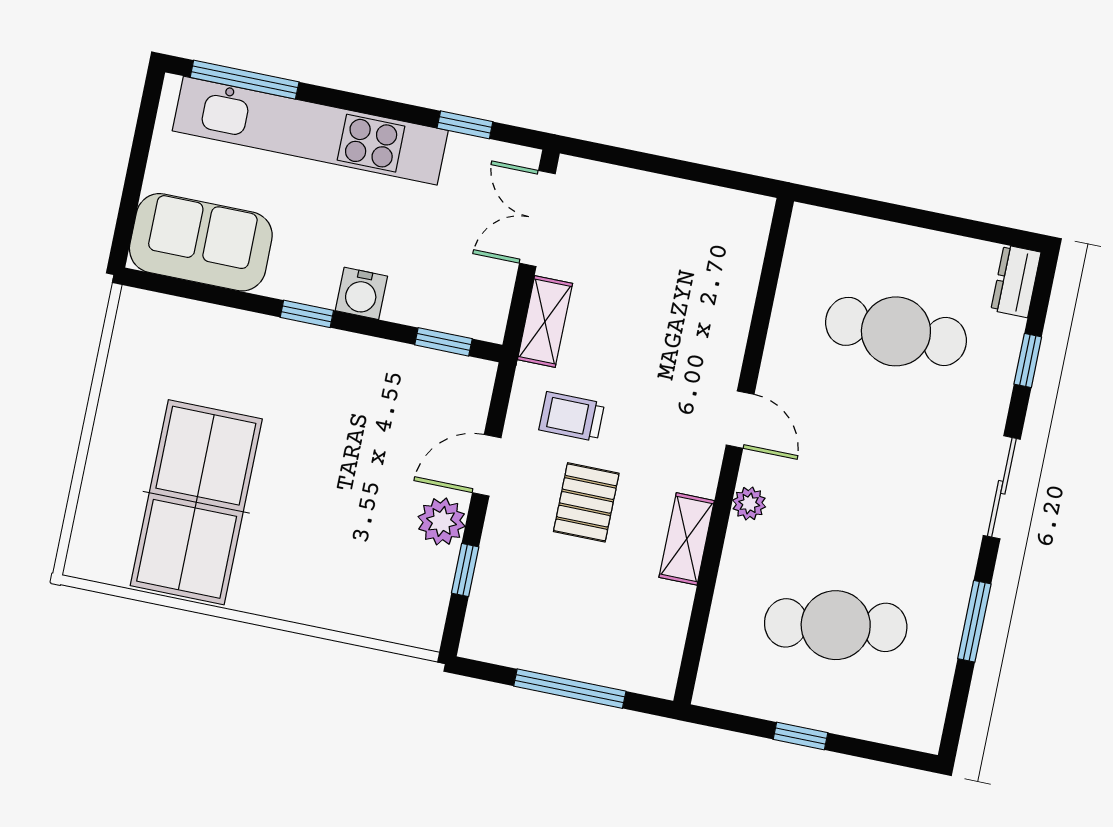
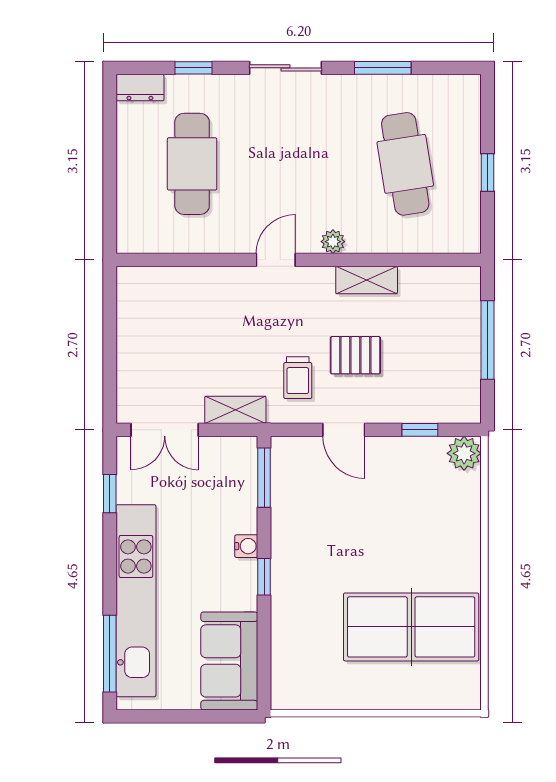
water cooler: (361, 293) -> (246, 546), width x0.72, depth x0.72
window: (443, 342) -> (264, 478), width x1.50
plant: (442, 521) -> (464, 453), moved

